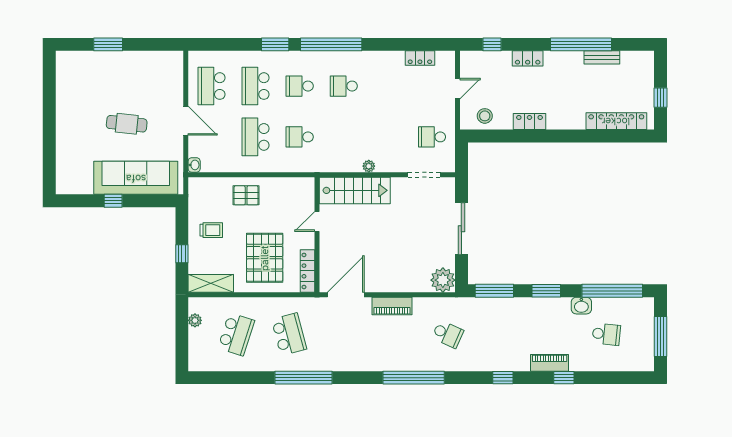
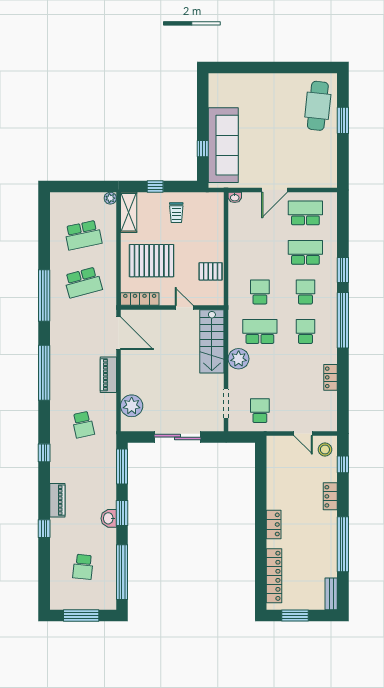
bench: (602, 57) -> (331, 594), moved
locker: (420, 58) -> (331, 377), moved
window: (661, 98) -> (295, 615), width x1.50
stool: (485, 116) -> (325, 449), moved
locker: (529, 122) -> (274, 524), moved
cafe table: (127, 124) -> (318, 106), moved, width x1.37, depth x1.35
school desk: (256, 137) -> (260, 332), moved
plant: (369, 166) -> (239, 359), width x1.87, depth x1.87
pallet: (246, 195) -> (211, 271), moved, turned 90
window: (113, 201) -> (203, 149), moved
plant: (443, 280) -> (132, 406), moved
washbasin: (581, 306) -> (109, 518), moved
plant: (195, 320) -> (110, 198), moved
school desk: (236, 334) -> (83, 235), turned -30
school desk: (448, 334) -> (83, 425), turned -36
piano: (550, 363) -> (57, 500), moved
window: (414, 378) -> (44, 373), moved
window: (503, 378) -> (44, 453), moved

